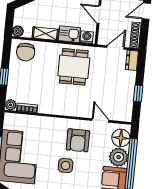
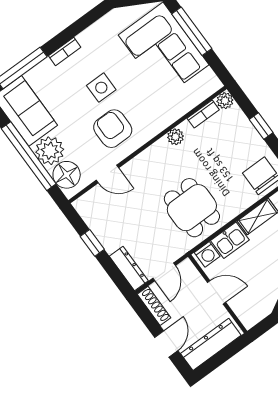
dresser: (132, 60) -> (129, 269), width x1.44
plant: (51, 109) -> (176, 137), added

